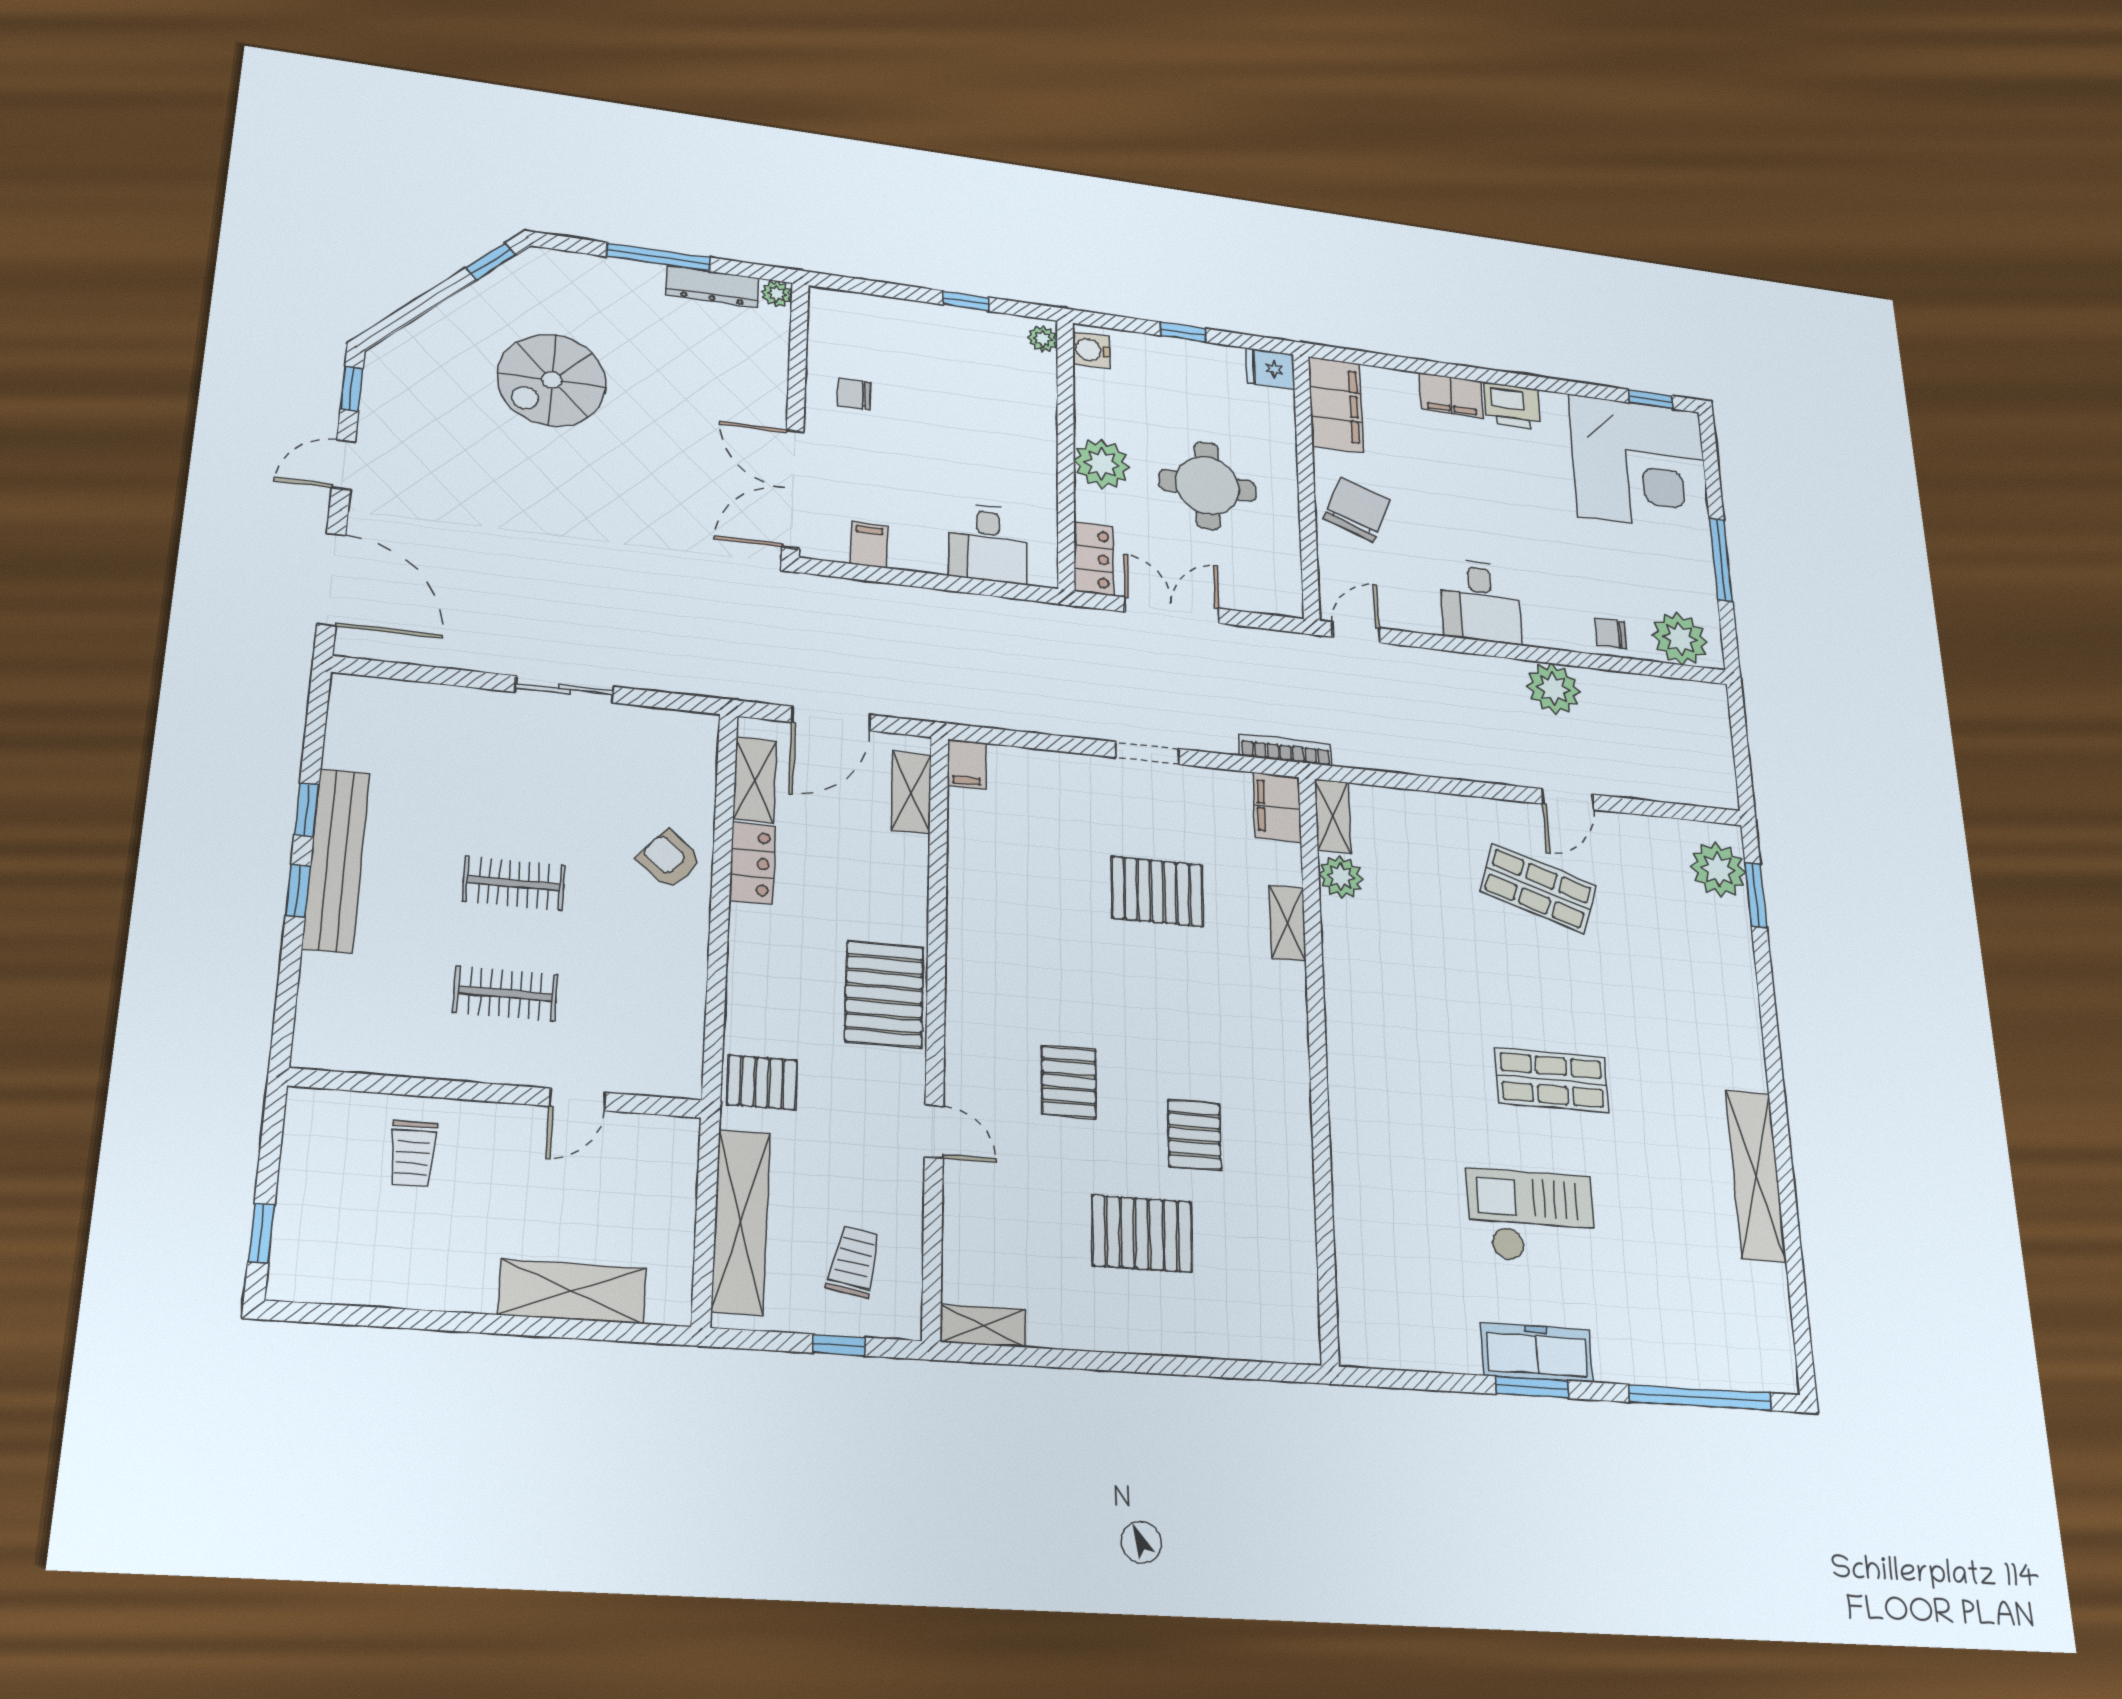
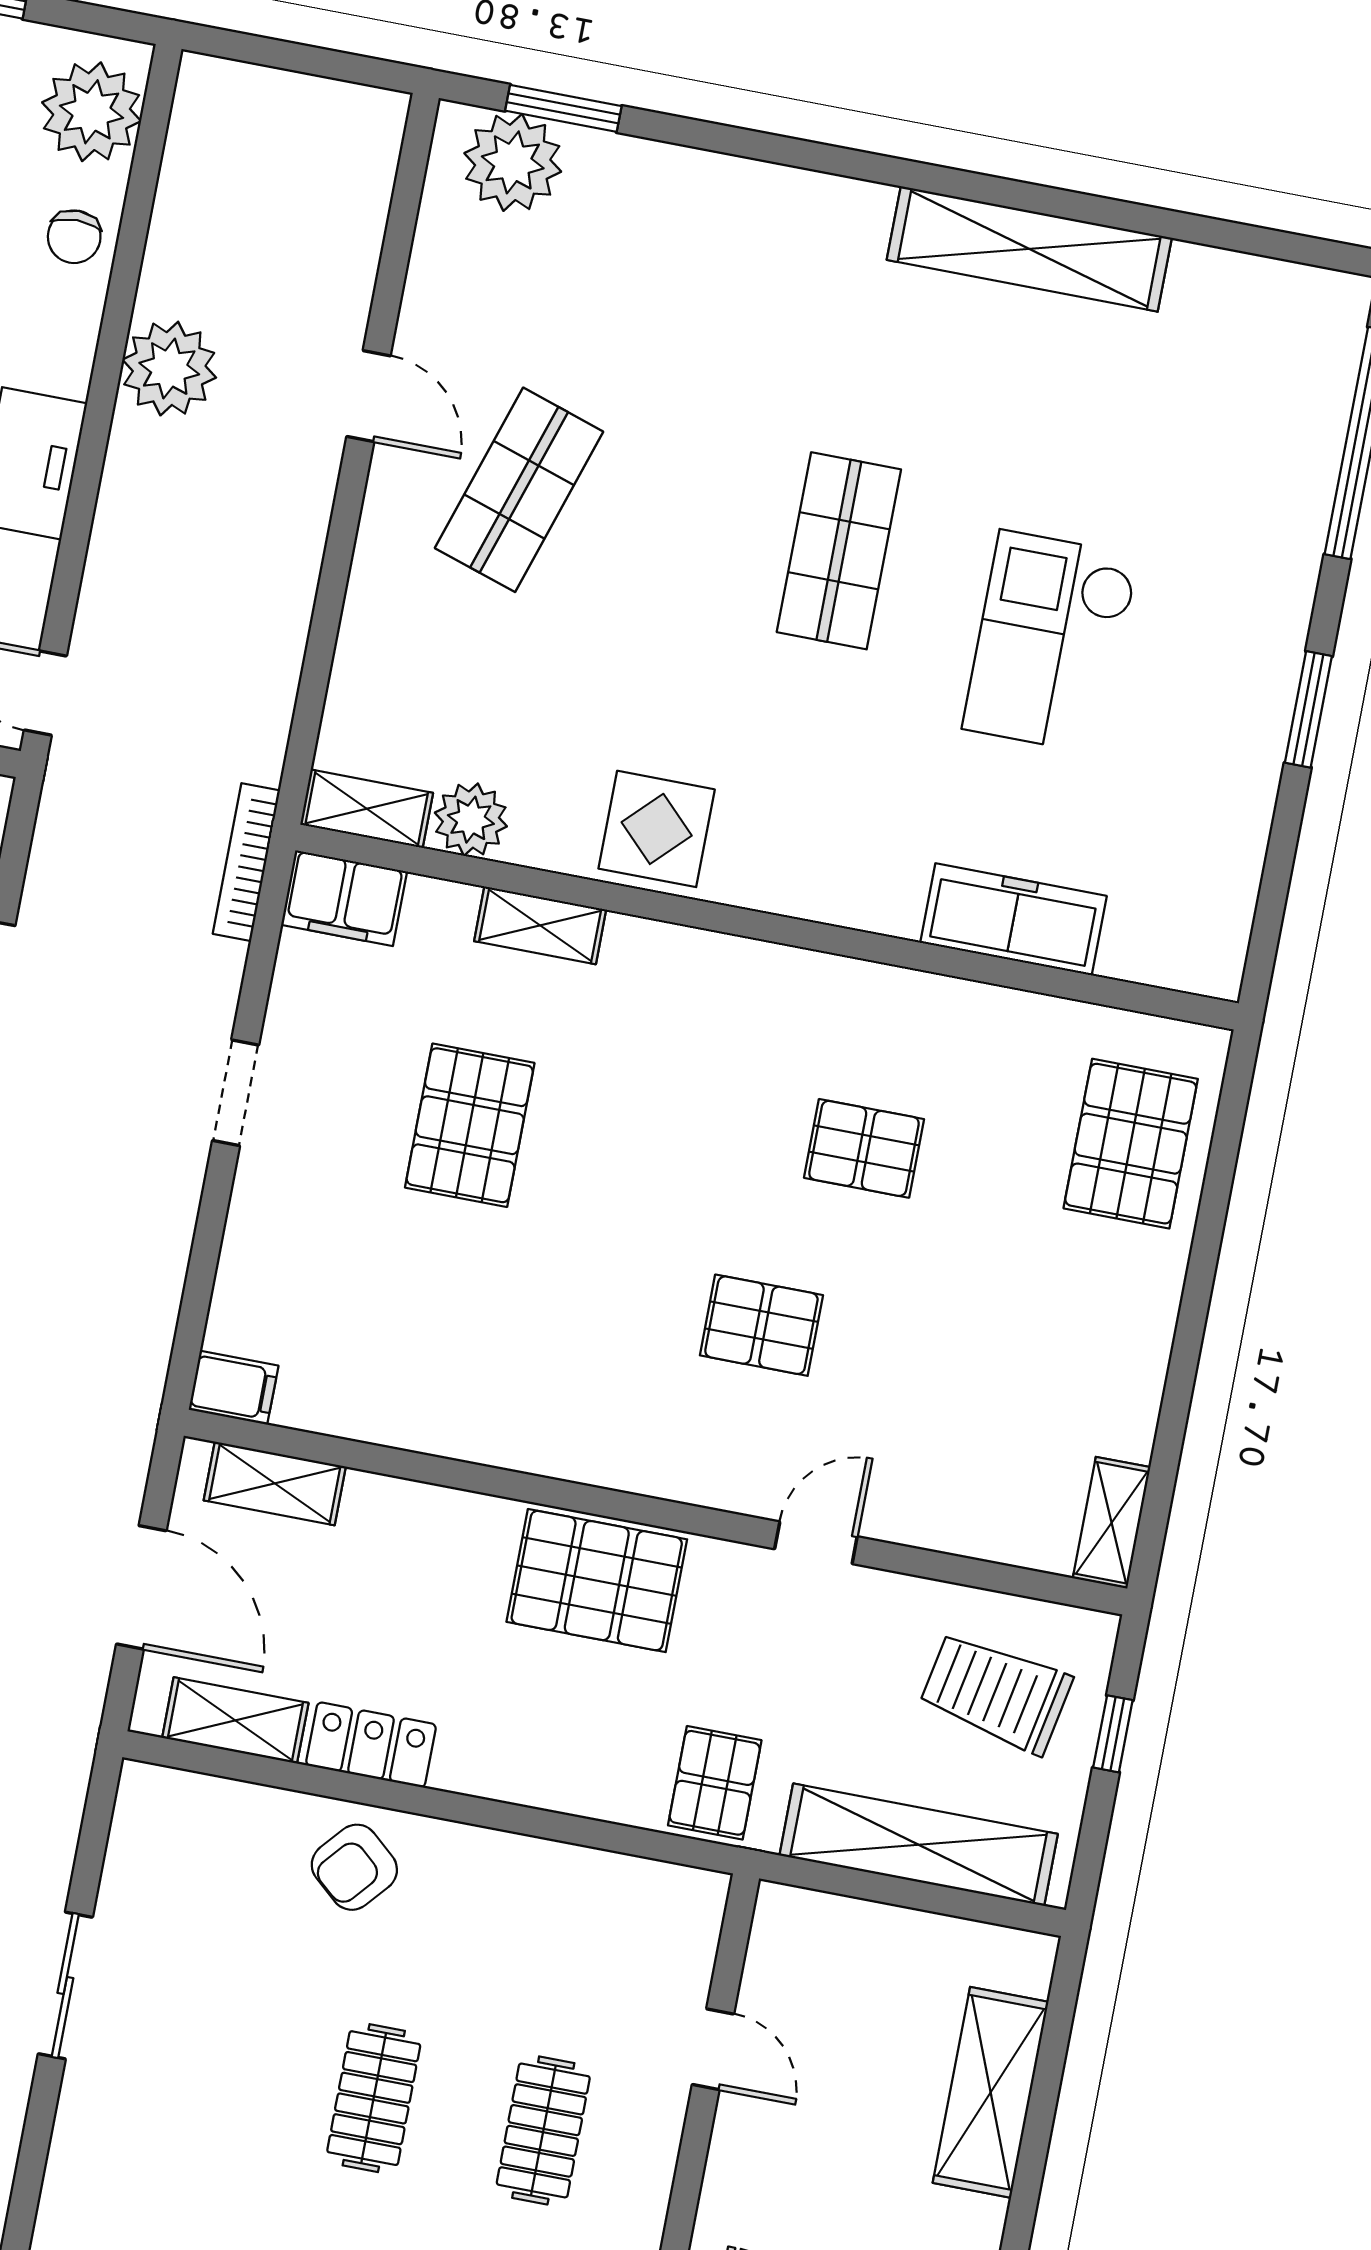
display table: (1361, 987) -> (657, 829), added
pallet: (1142, 1234) -> (1131, 1144), moved
trolley: (854, 1262) -> (996, 1692), width x1.36, depth x1.39
freezer: (1537, 1353) -> (1014, 919), moved, turned 90

